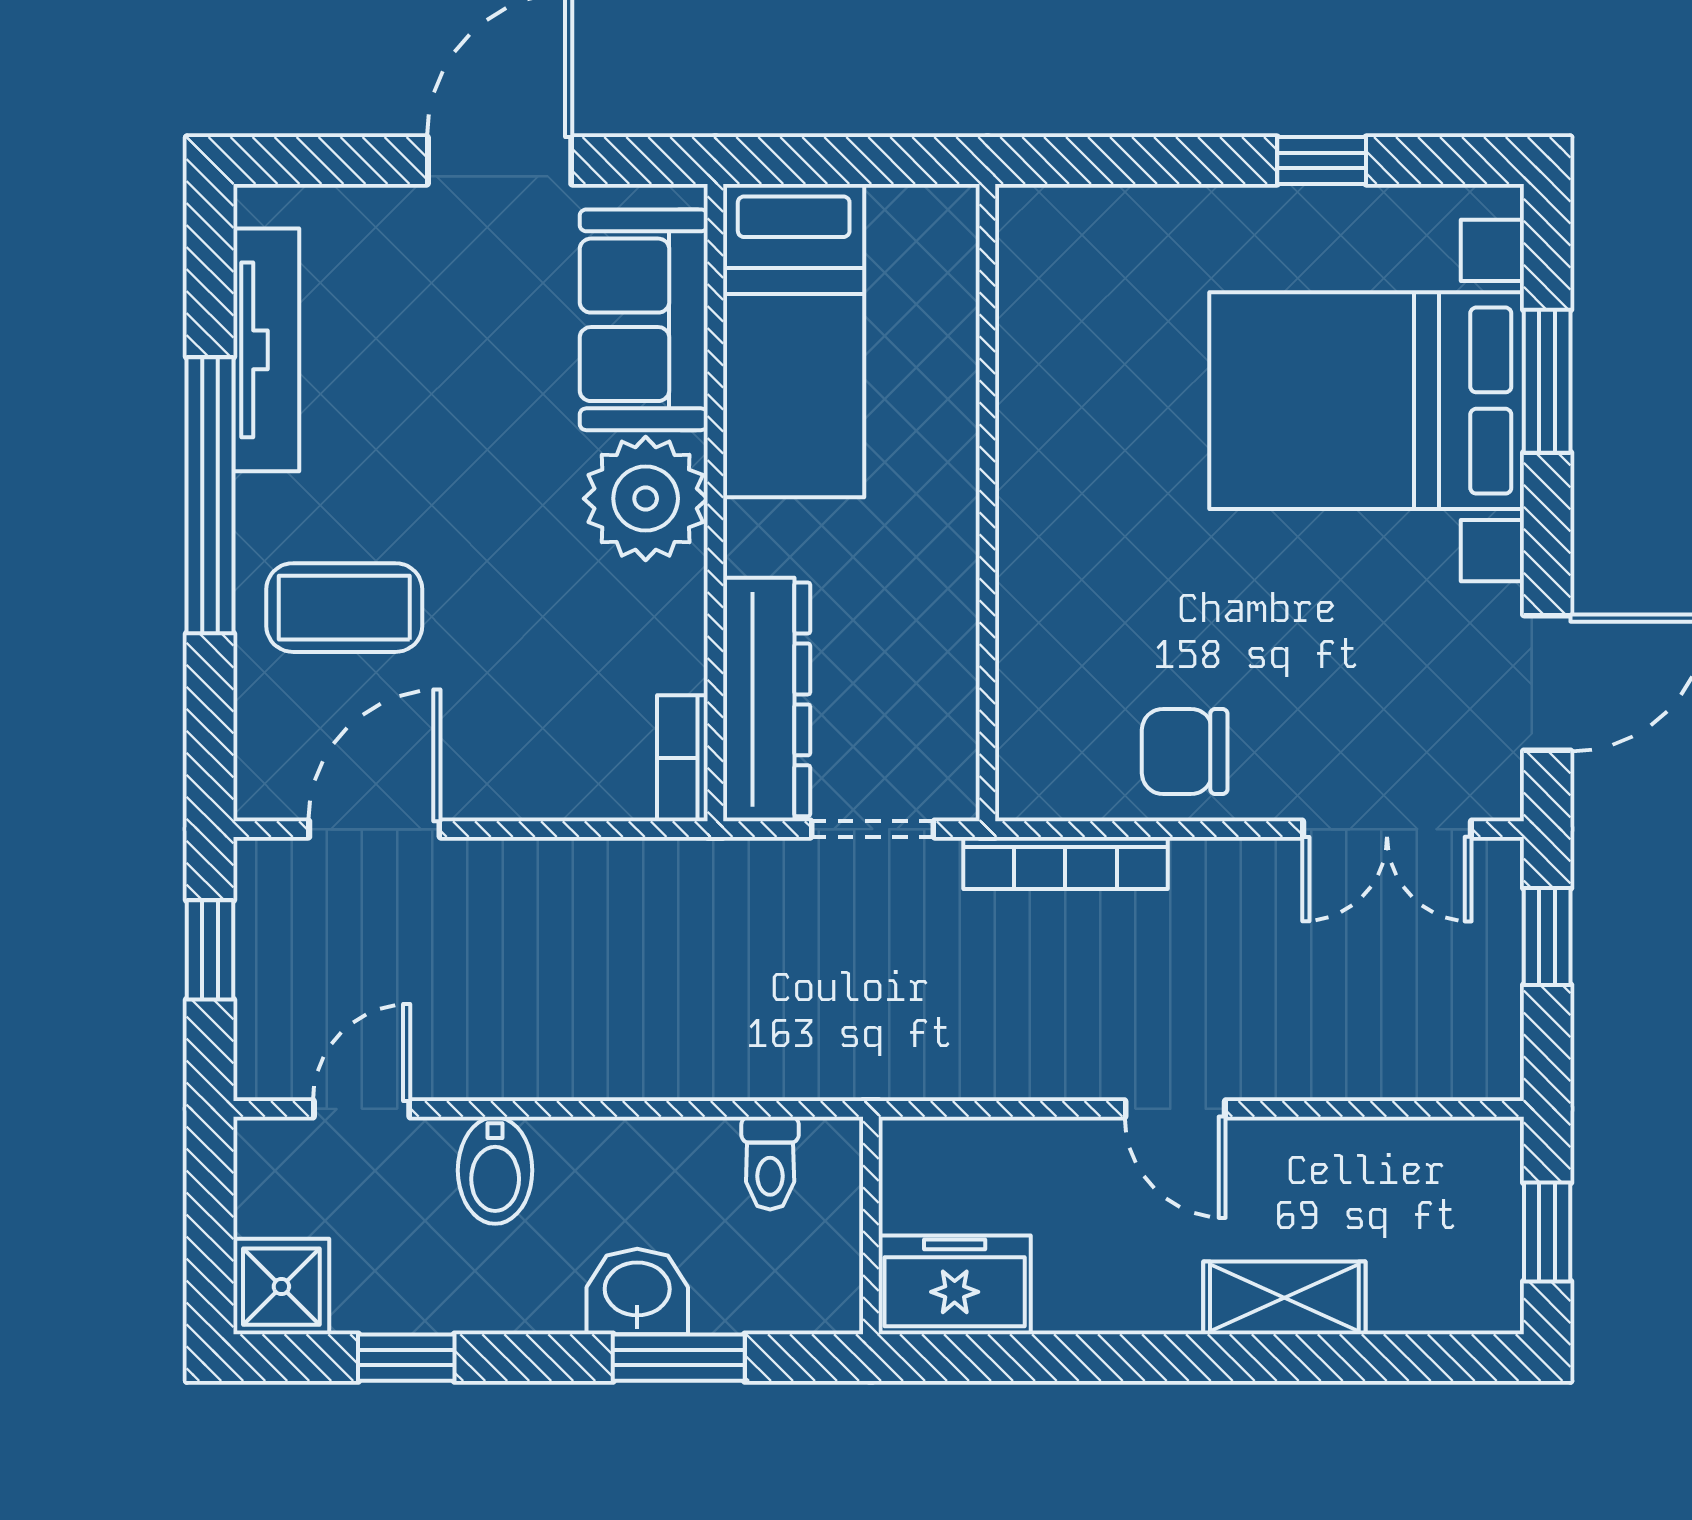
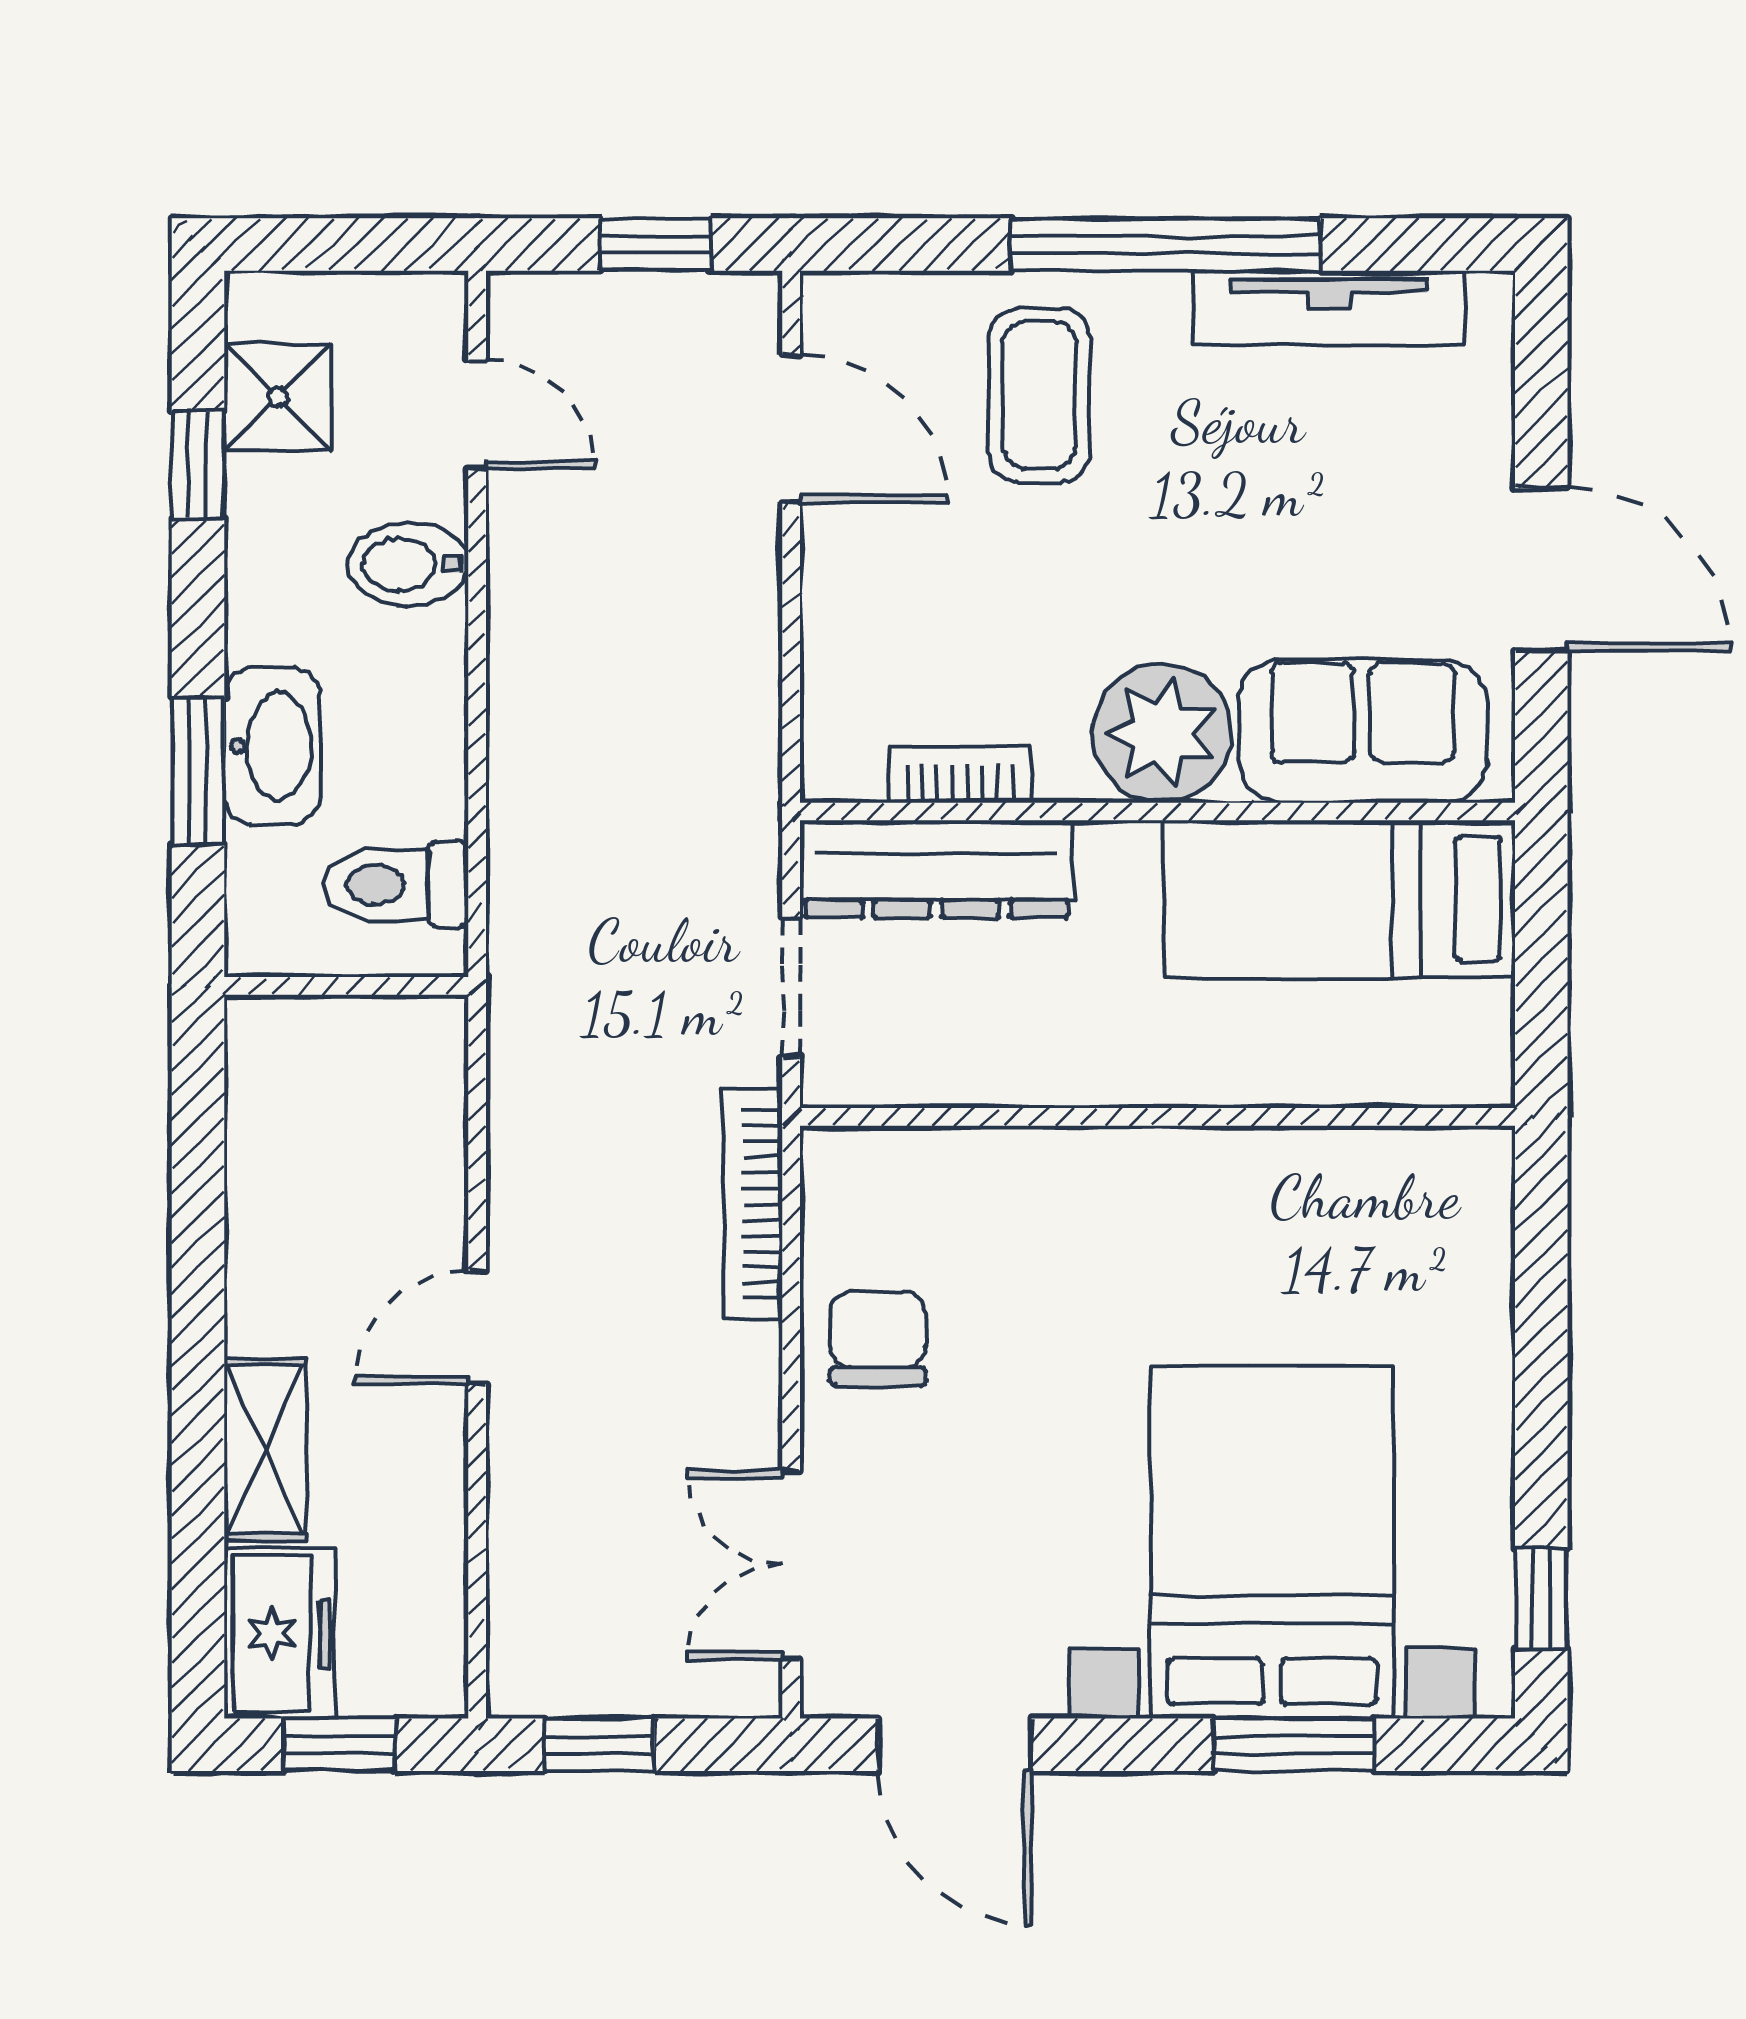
window: (1322, 160) -> (1541, 1599), moved
bookcase: (682, 758) -> (960, 774), moved
window: (1547, 936) -> (600, 1745), moved
toilet: (770, 1163) -> (396, 885), width x1.37, depth x1.39
freezer: (955, 1285) -> (280, 1633), moved
shower: (281, 1287) -> (278, 397), moved
washbasin: (637, 1291) -> (272, 746), width x1.38

